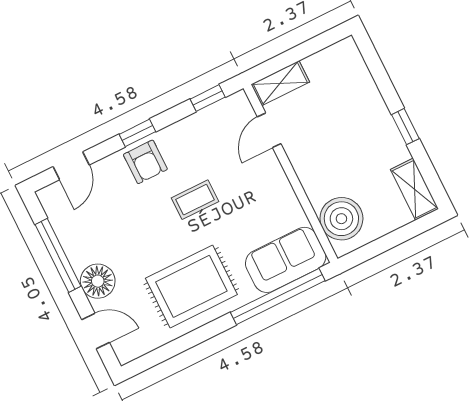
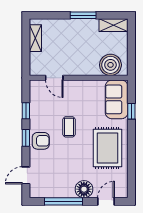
shelving: (280, 83) -> (35, 38), moved
window: (208, 98) -> (26, 111), moved
window: (405, 127) -> (83, 15), width x1.50
door: (71, 166) -> (26, 175), swing flipped
window: (278, 297) -> (131, 111), width x0.32

